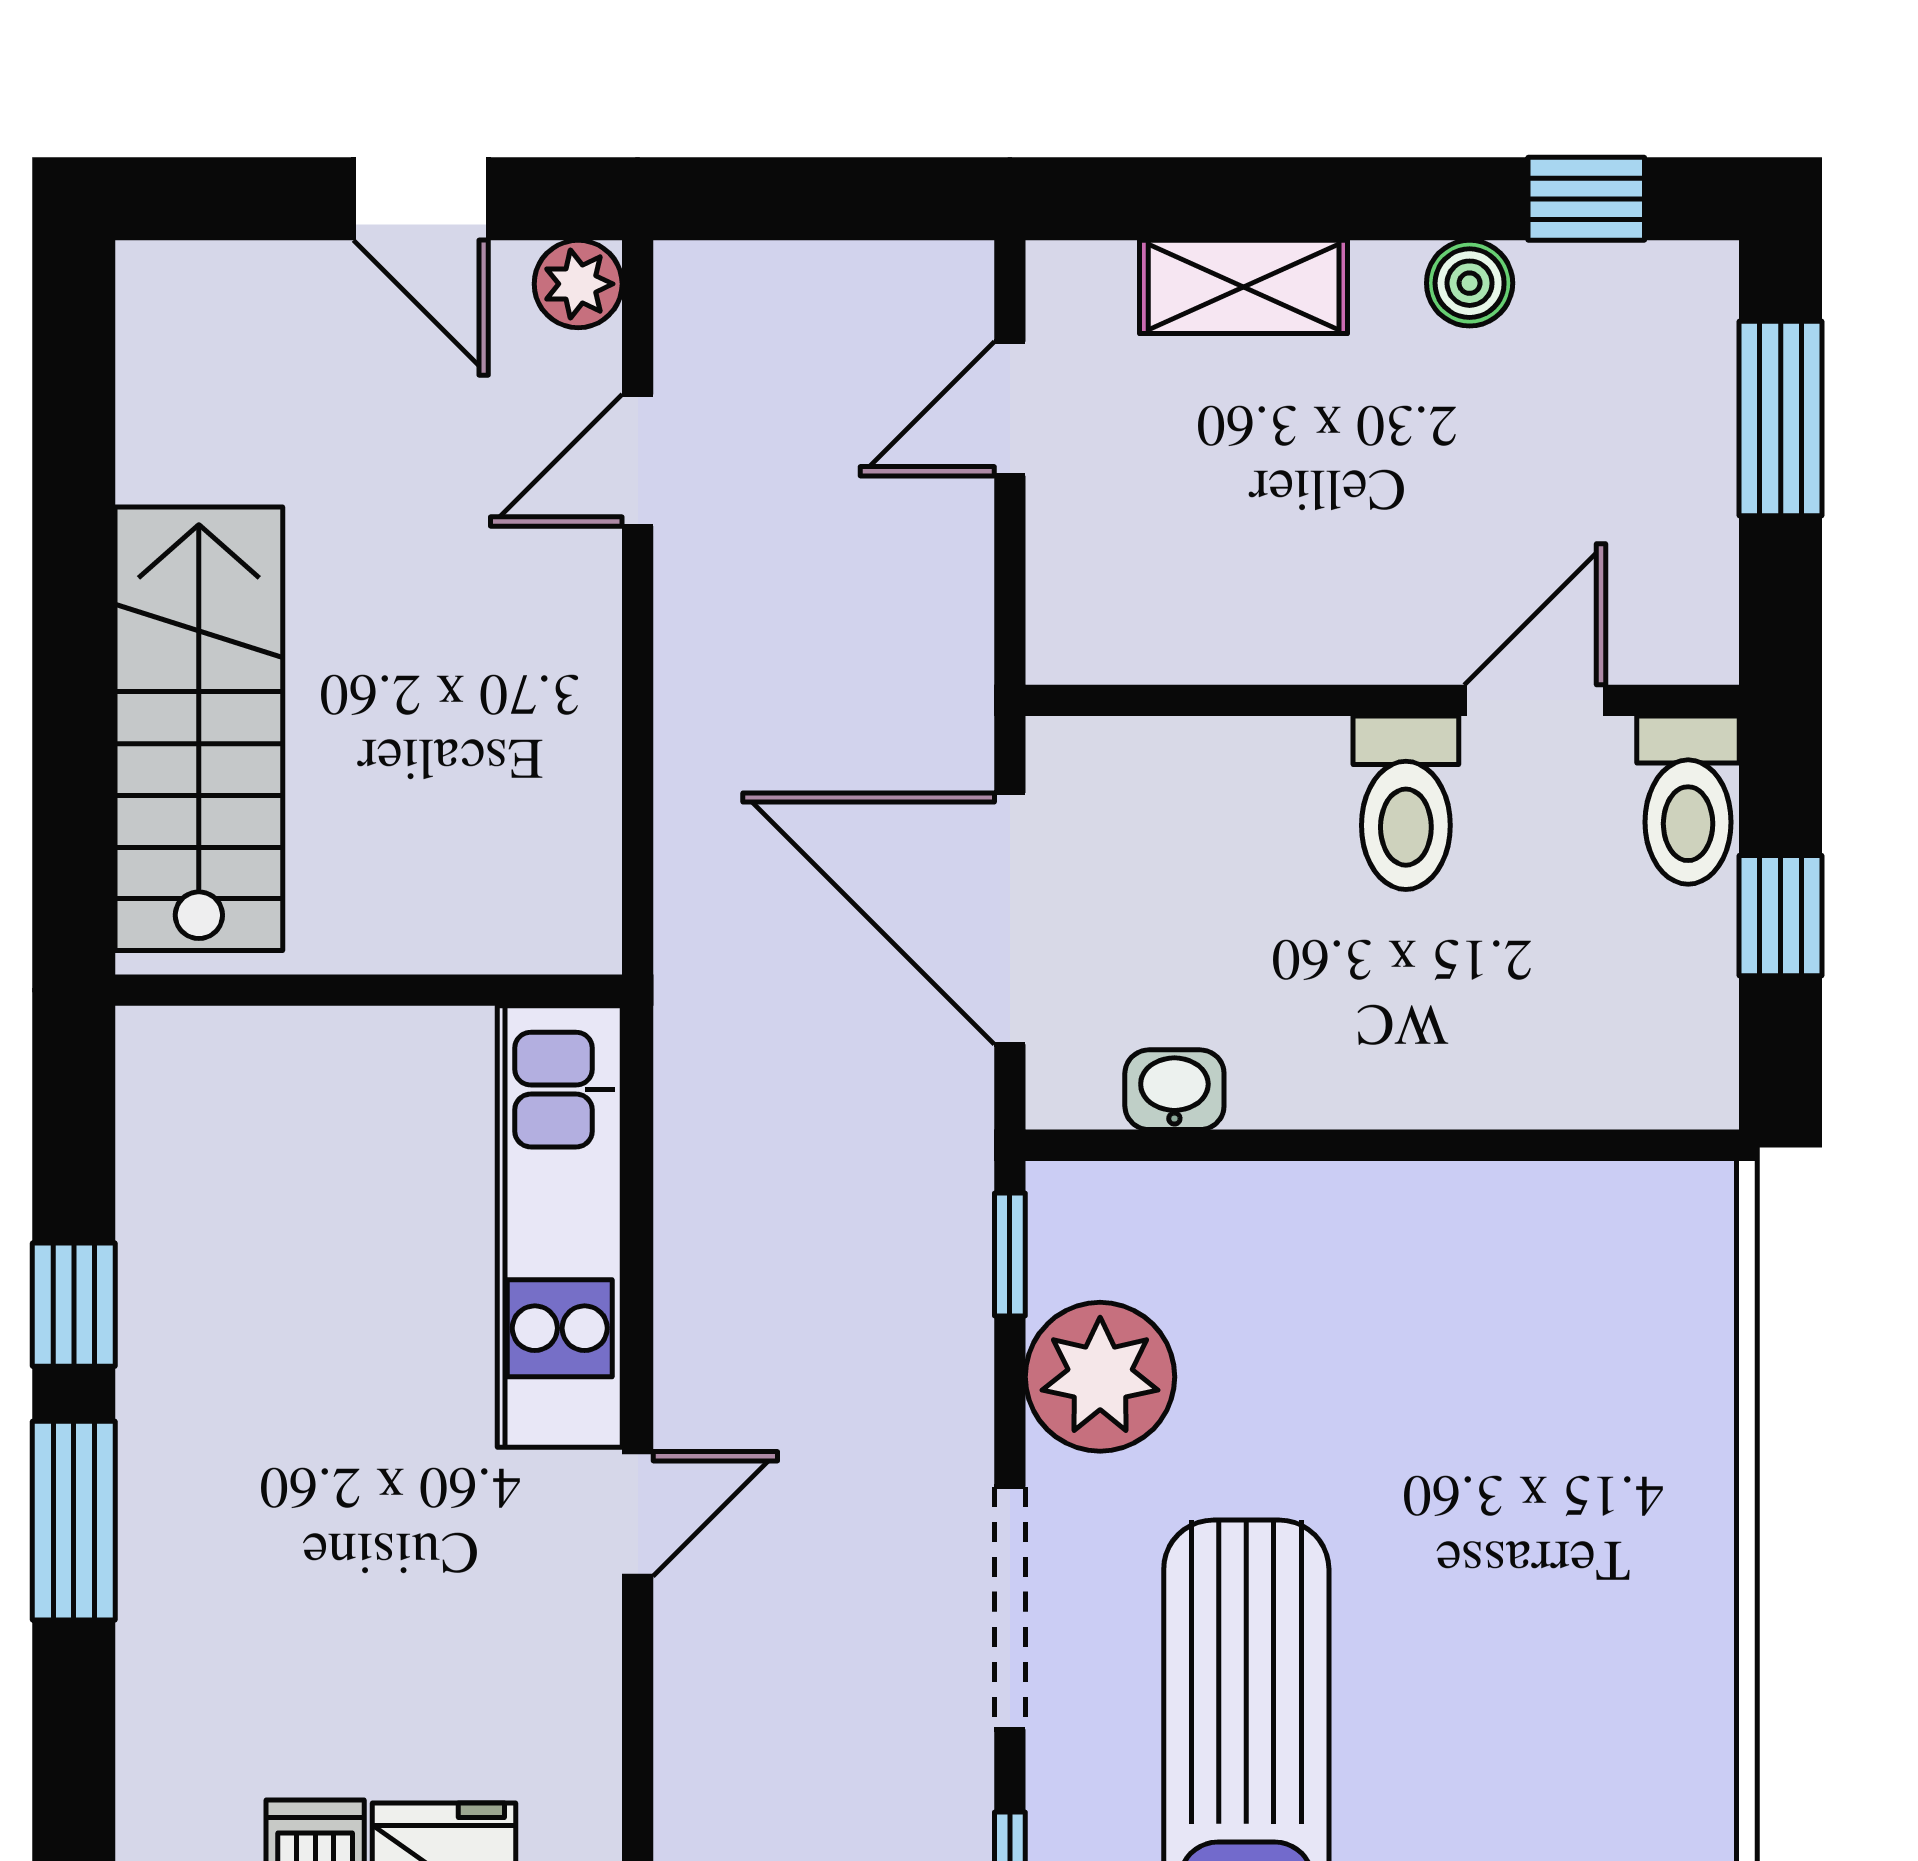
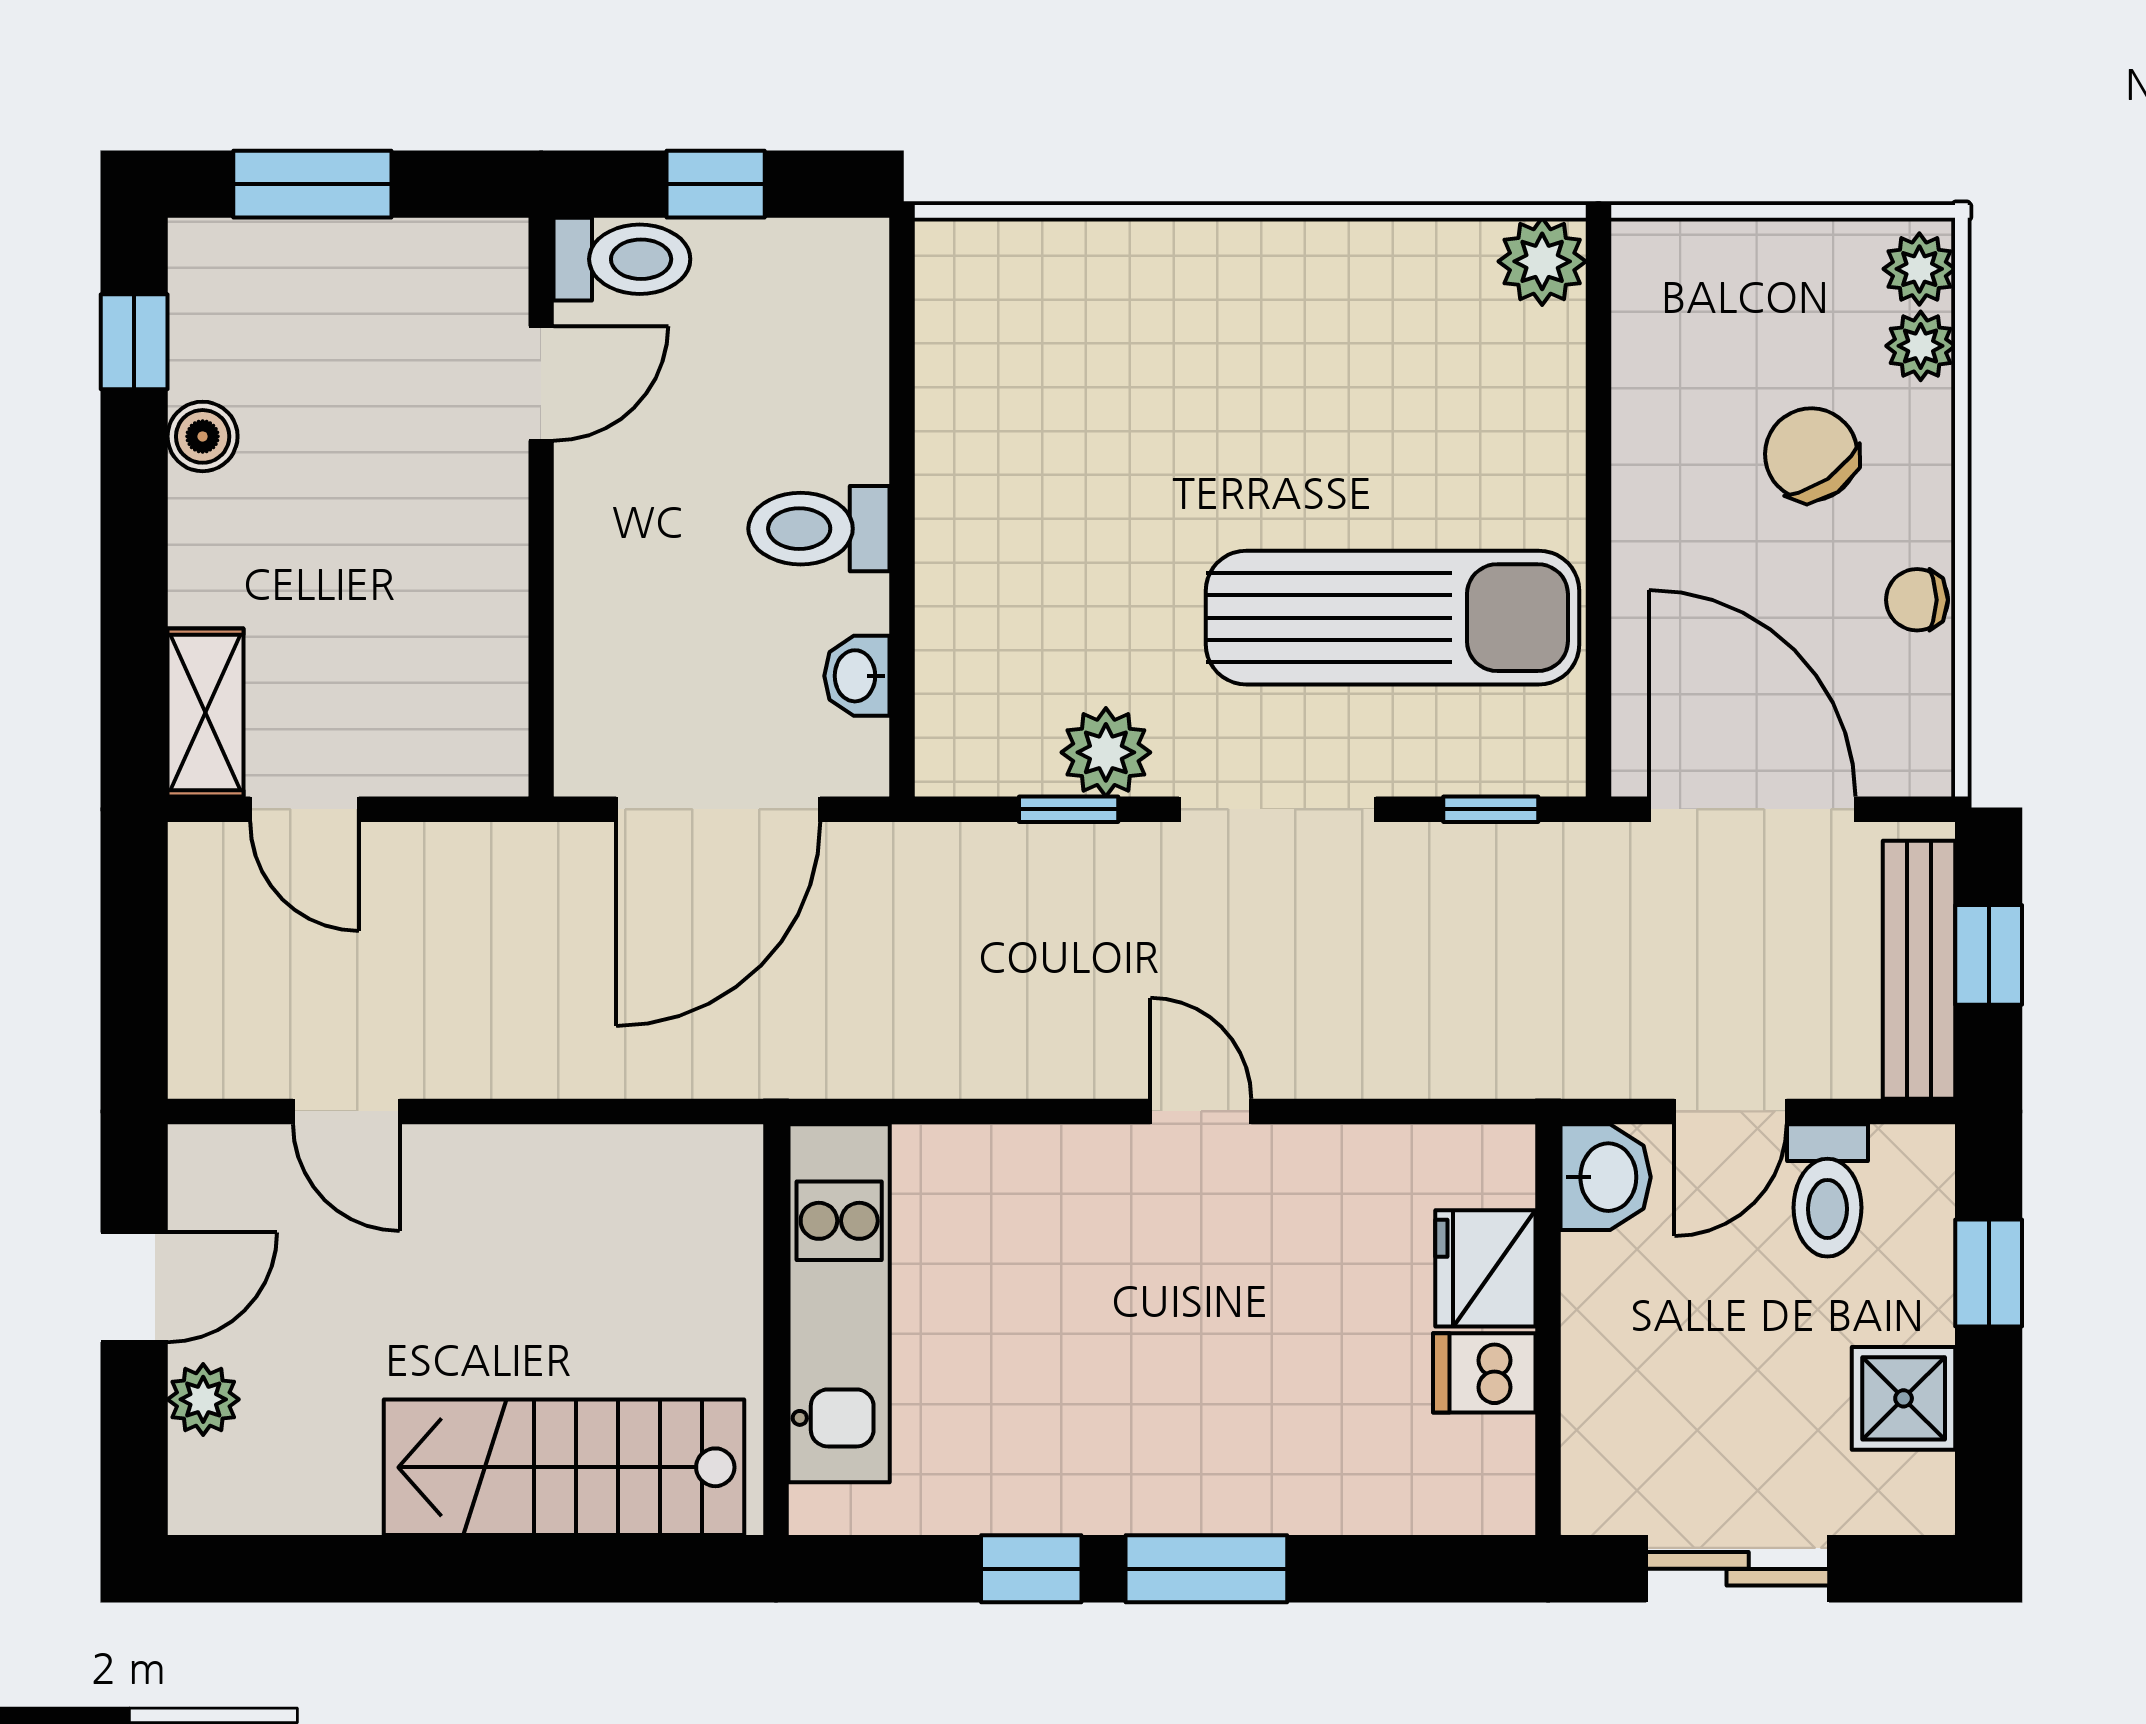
plant: (578, 284) -> (203, 1399), moved
shelving: (1244, 287) -> (206, 713), moved
door: (1535, 700) -> (541, 383), swing flipped
toilet: (1406, 803) -> (819, 529), moved, turned 180
kitchen unit: (560, 1227) -> (839, 1303), moved, turned -90
window: (1010, 1255) -> (1069, 809), moved
plant: (1100, 1377) -> (1106, 752), width x0.73, depth x0.73

